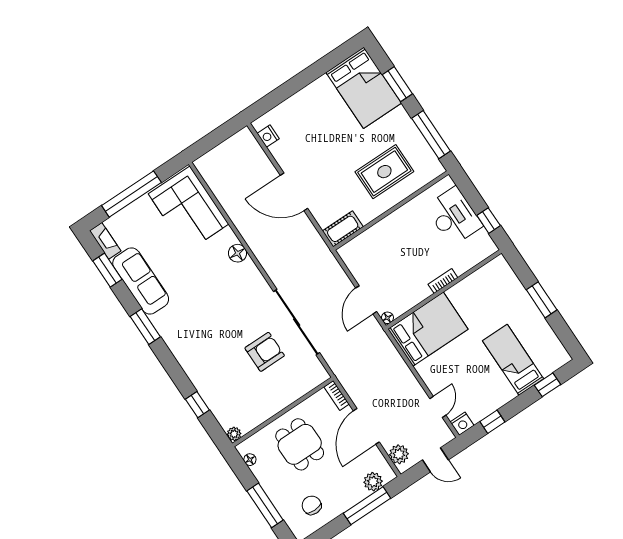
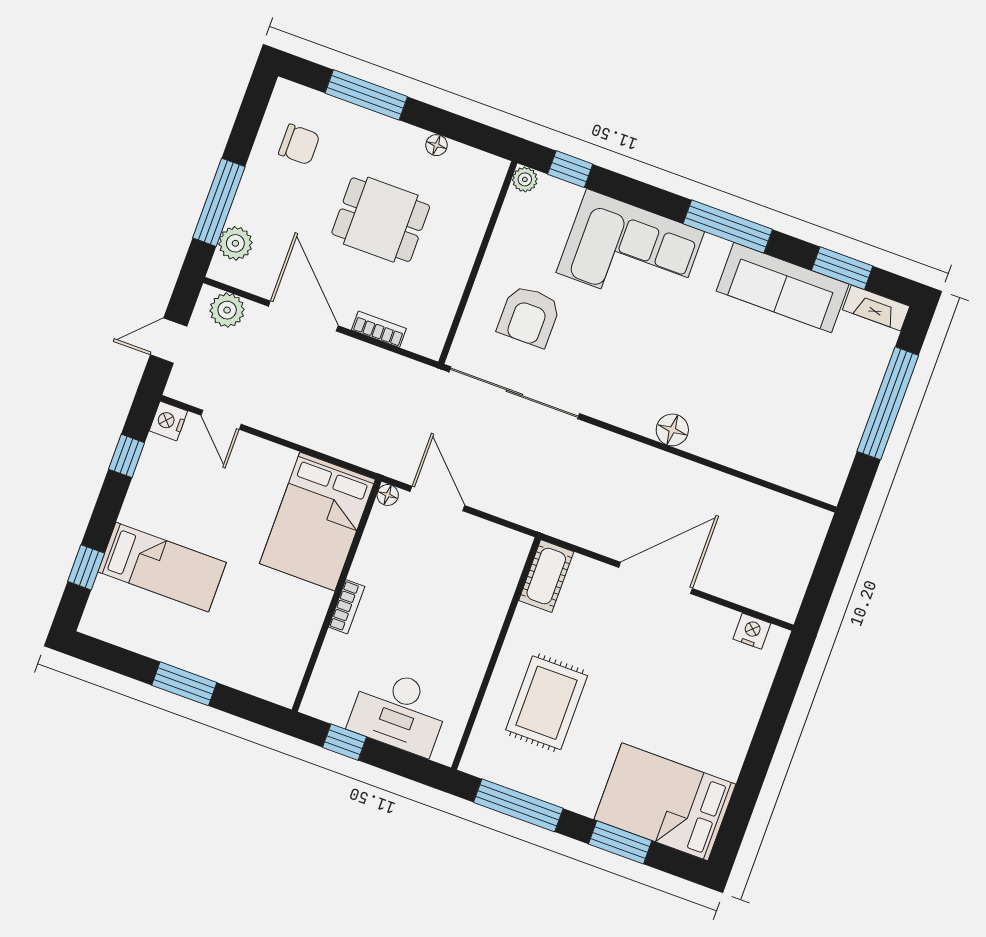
corner sofa: (189, 209) -> (630, 252), moved, turned 180
window: (145, 327) -> (728, 226), width x1.44
wall: (283, 412) -> (478, 262), moved
plant: (234, 434) -> (525, 179), moved

